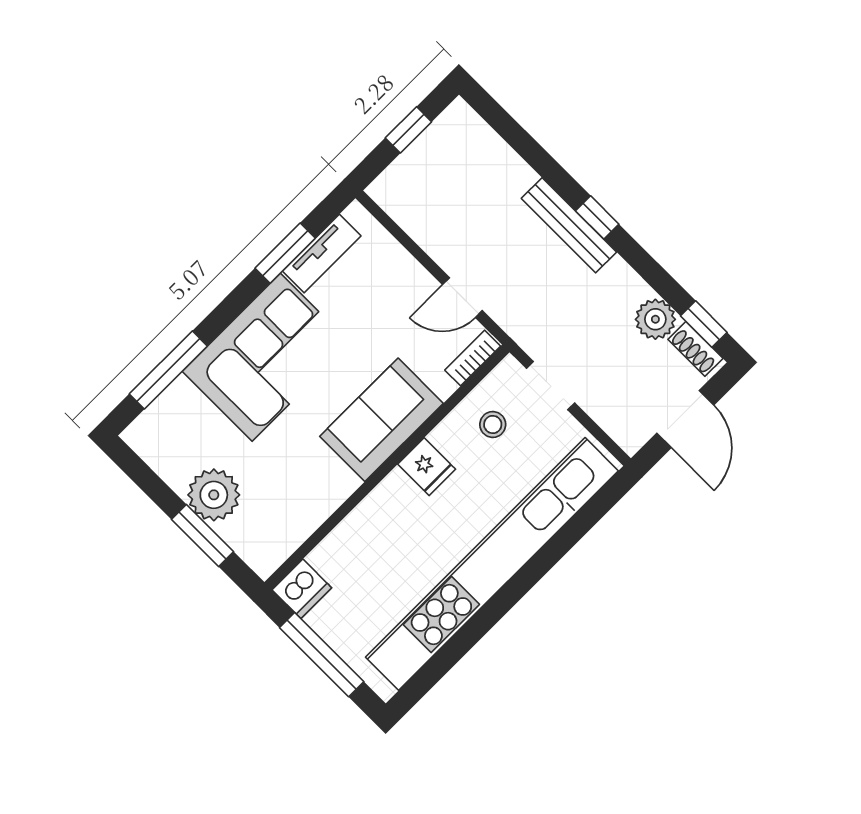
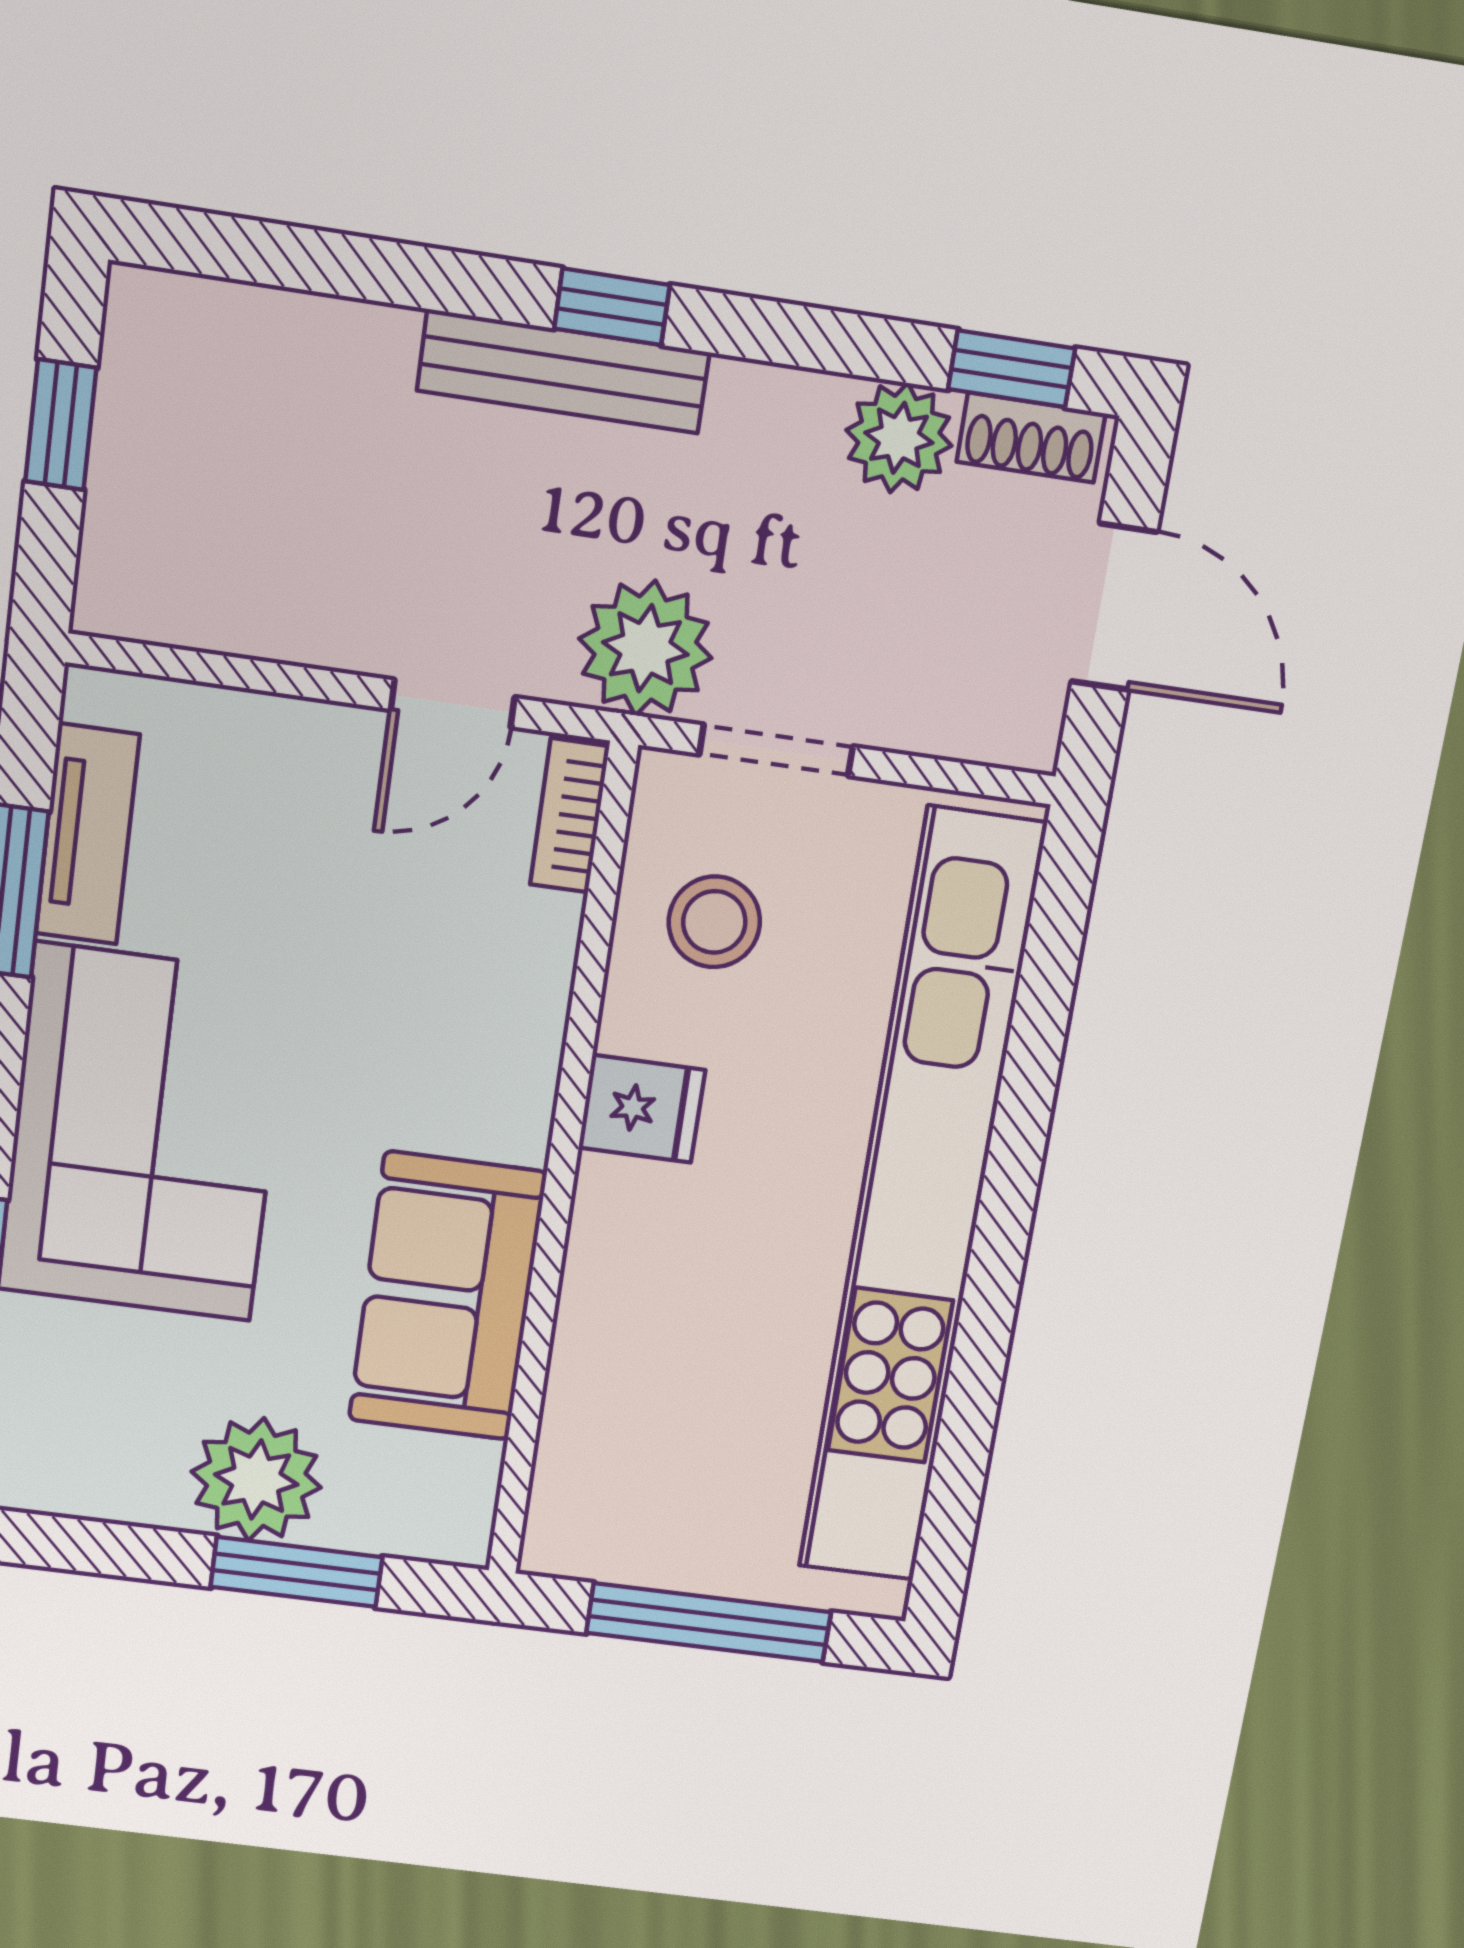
plant: (533, 325) -> (645, 648), added
sofa: (381, 420) -> (447, 1297), moved
stool: (493, 424) -> (714, 922), width x1.37, depth x1.37
dishwasher: (302, 589) -> (573, 1529), removed

